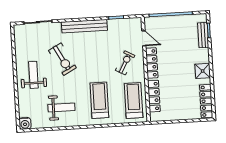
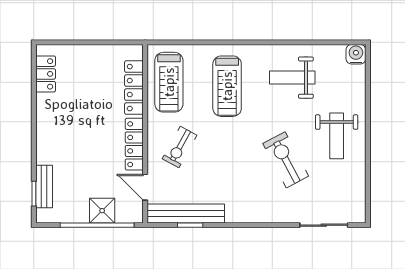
bench: (84, 26) -> (186, 214), moved
shower: (203, 71) -> (102, 211), moved
locker: (206, 101) -> (46, 74), width x0.66

